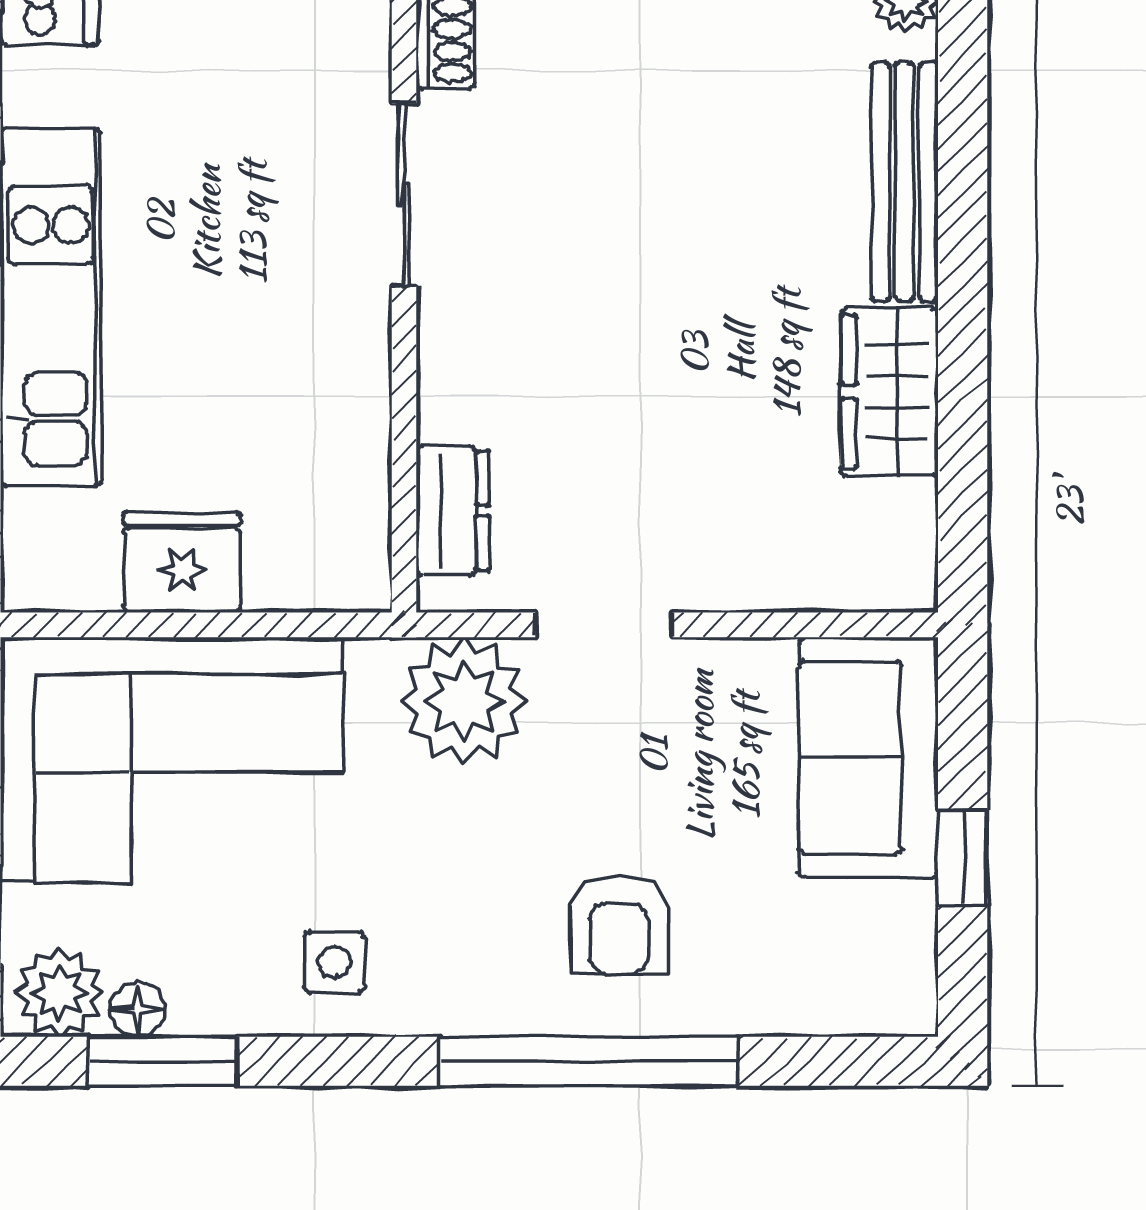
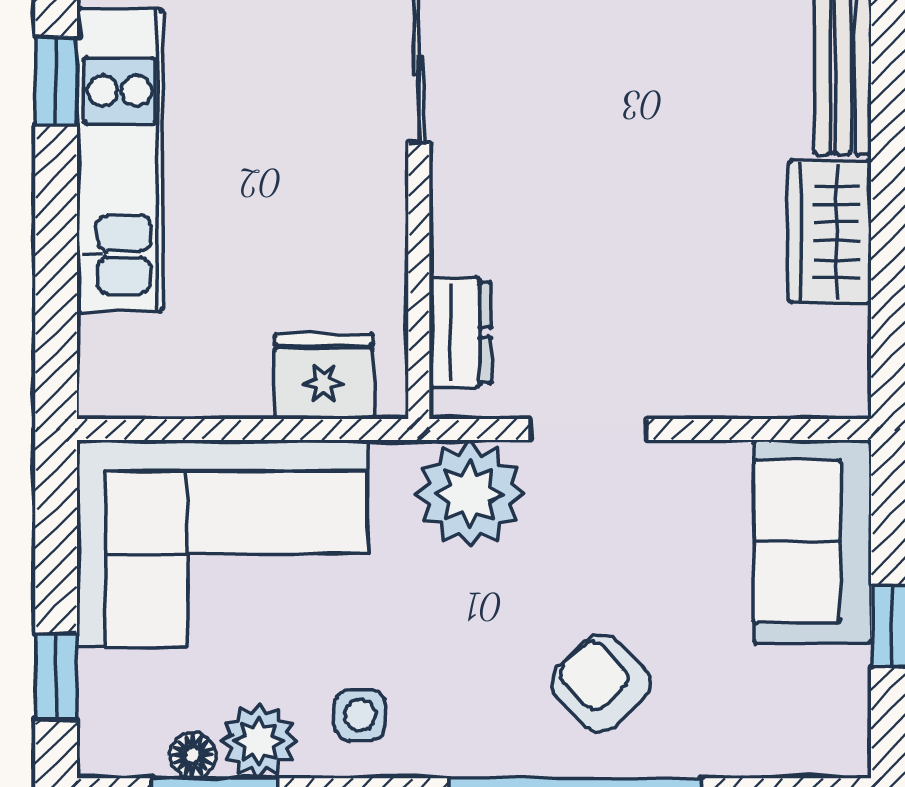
fridge: (182, 562) -> (324, 376), moved
armchair: (619, 925) -> (601, 683), turned 136
plant: (60, 993) -> (259, 741), moved

